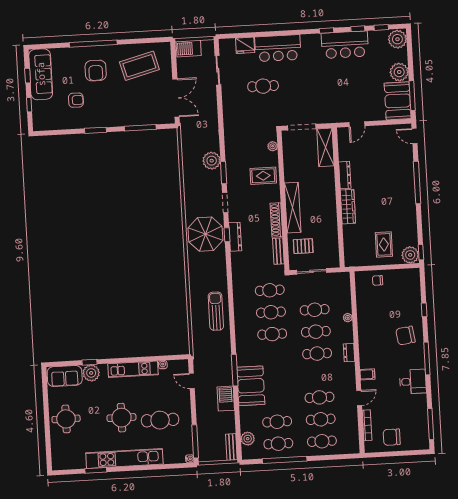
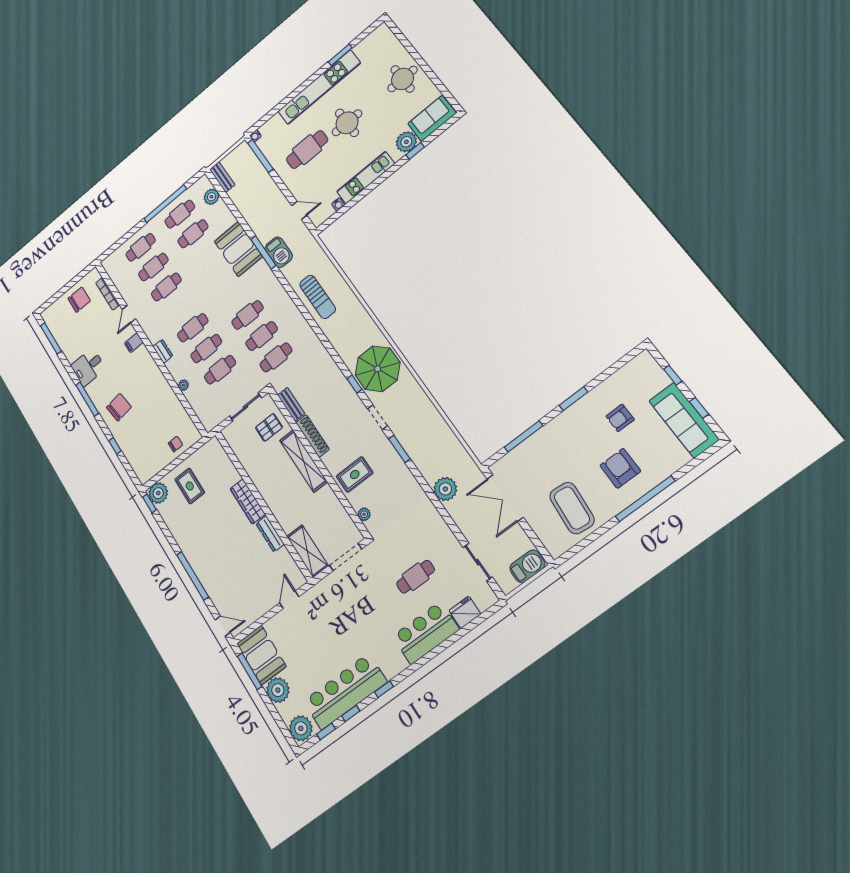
bar counter: (345, 45) -> (345, 691), width x1.36
coffee table: (139, 66) -> (572, 508), turned -70
plant: (212, 161) -> (445, 489), moved
dresser: (235, 237) -> (345, 388), removed
barbecue: (226, 399) -> (279, 252), moved

